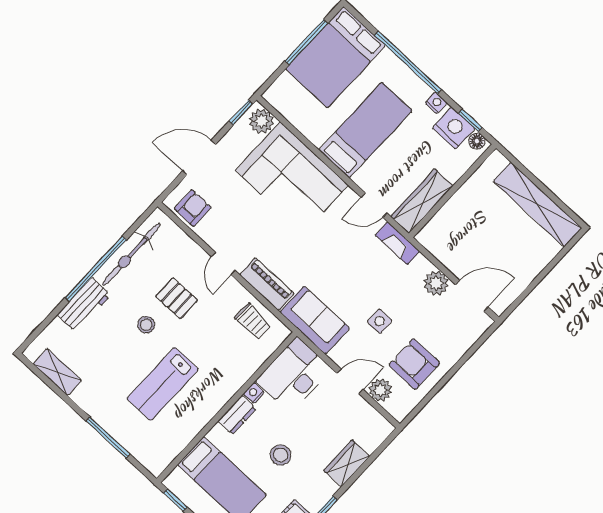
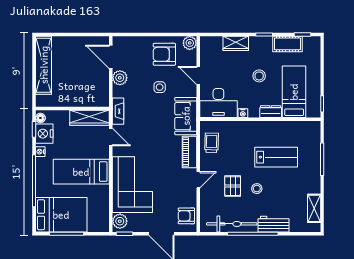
armchair: (414, 364) -> (164, 54), turned 90
plant: (380, 390) -> (190, 43), moved
dresser: (237, 415) -> (271, 112), moved

